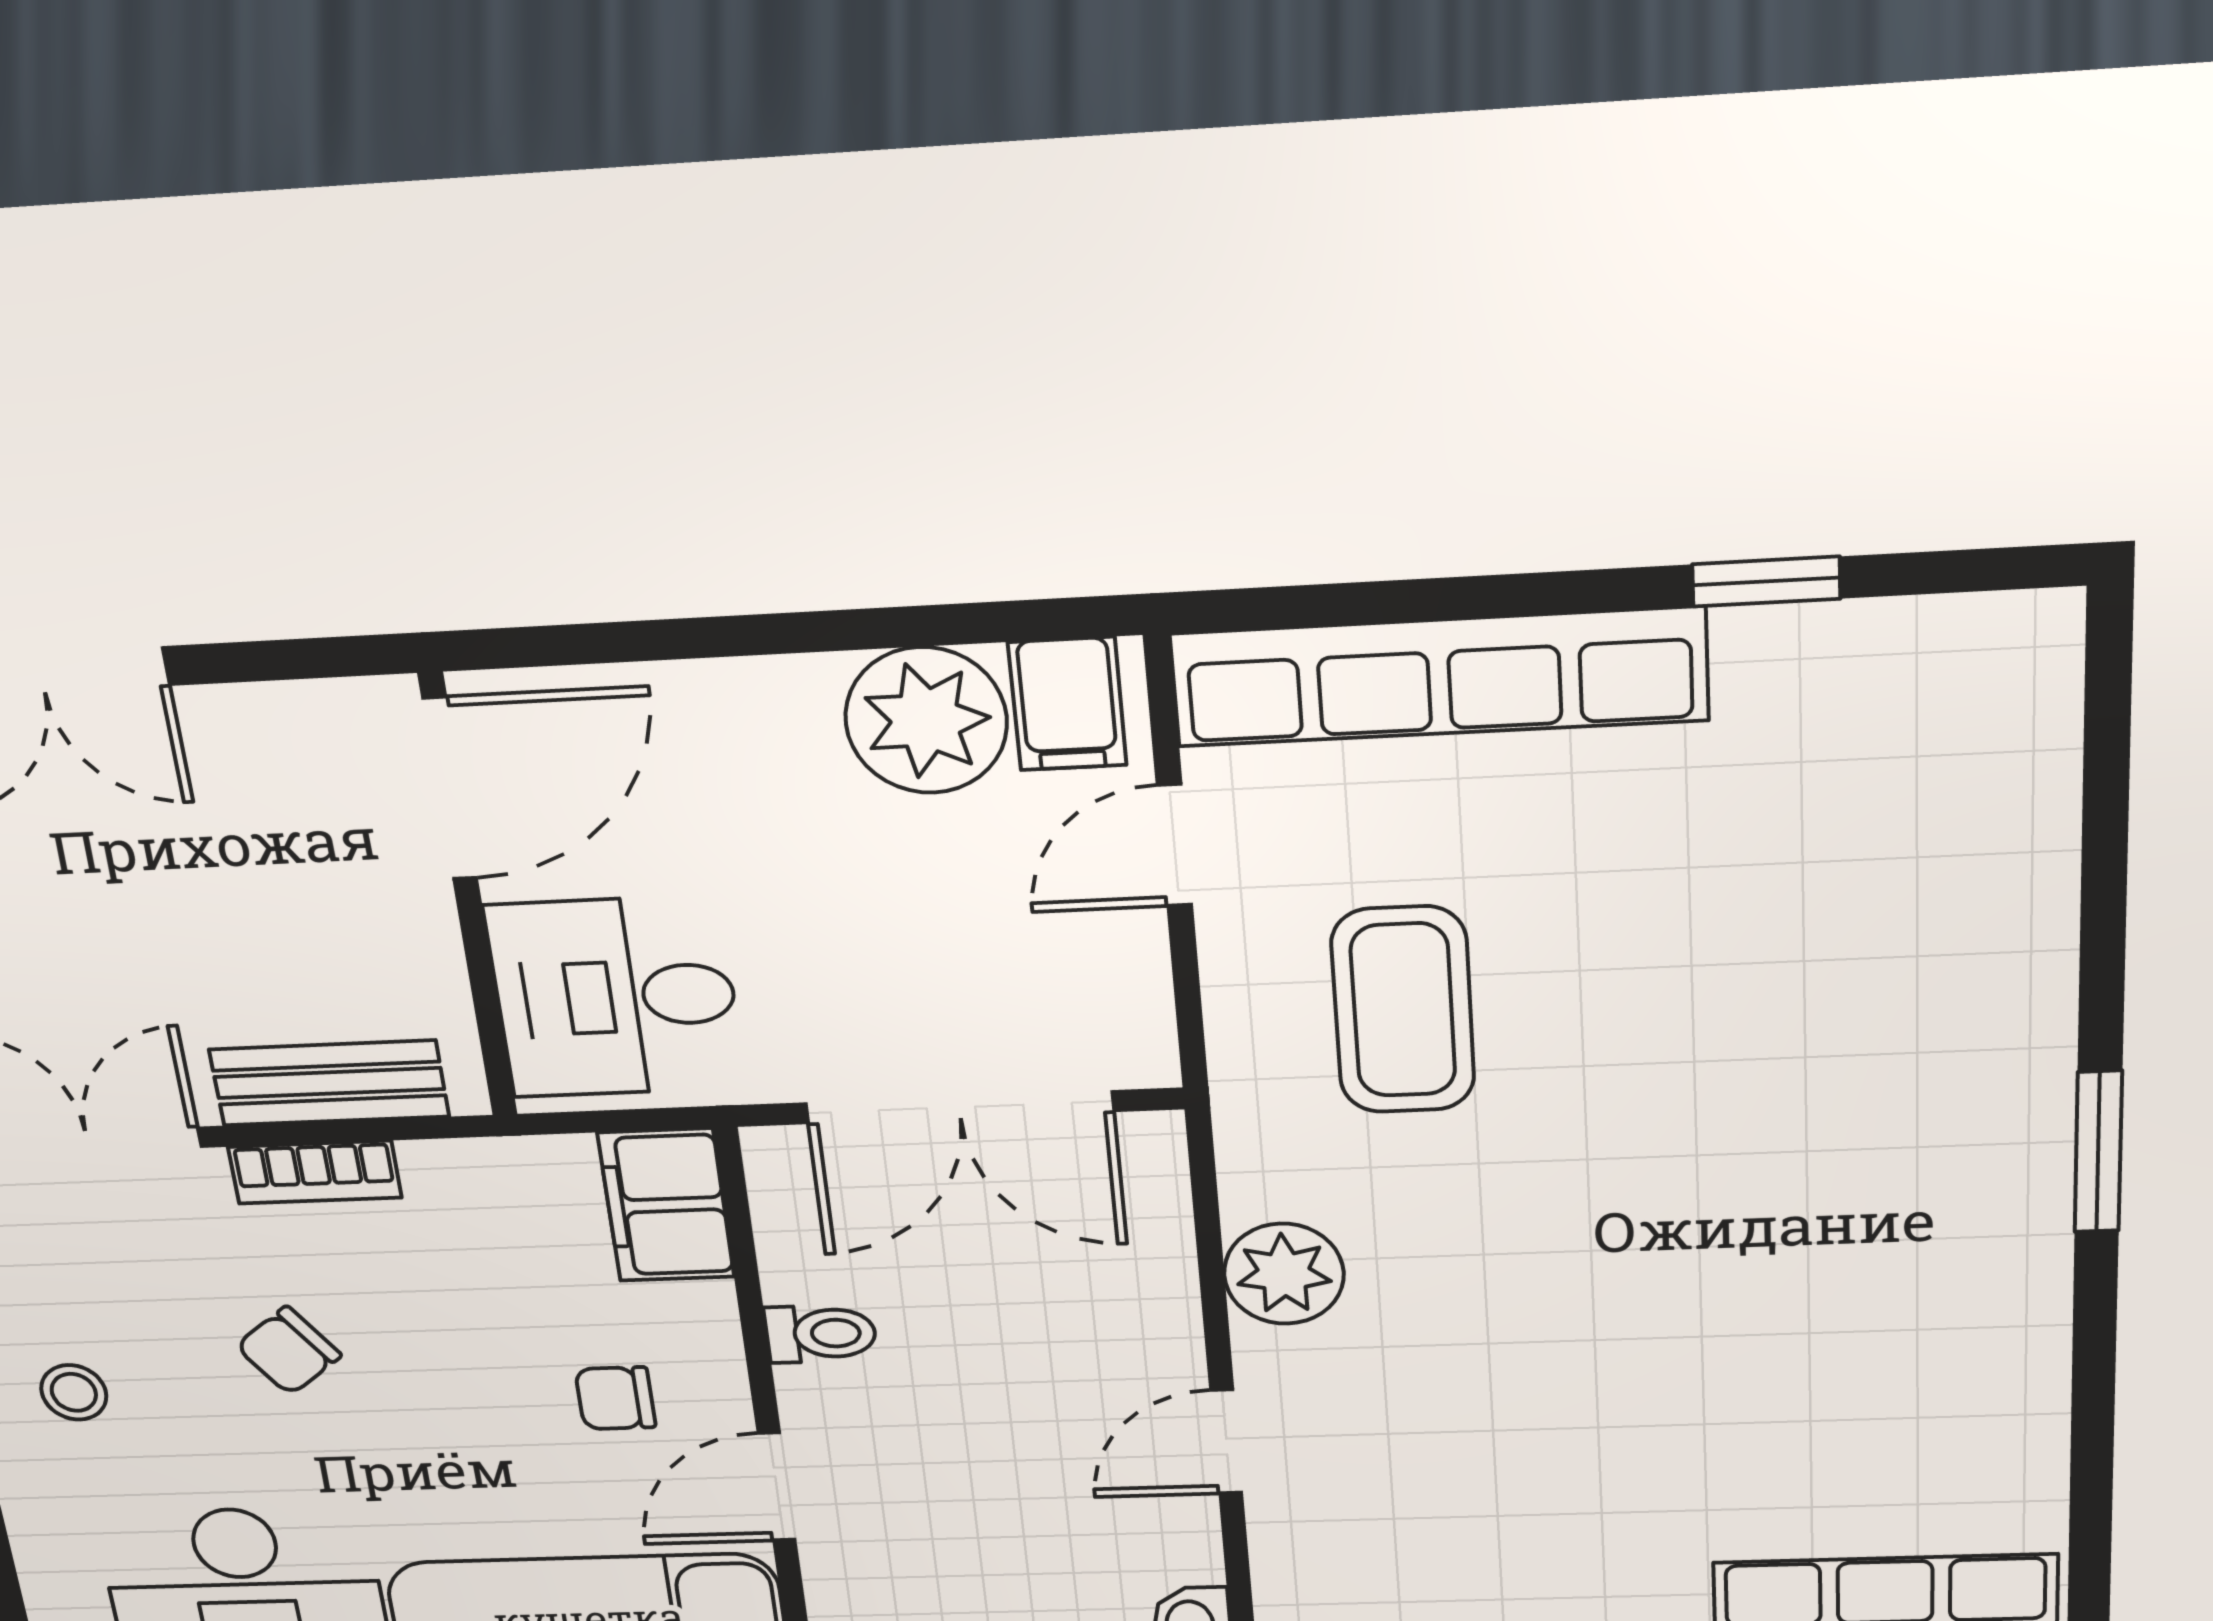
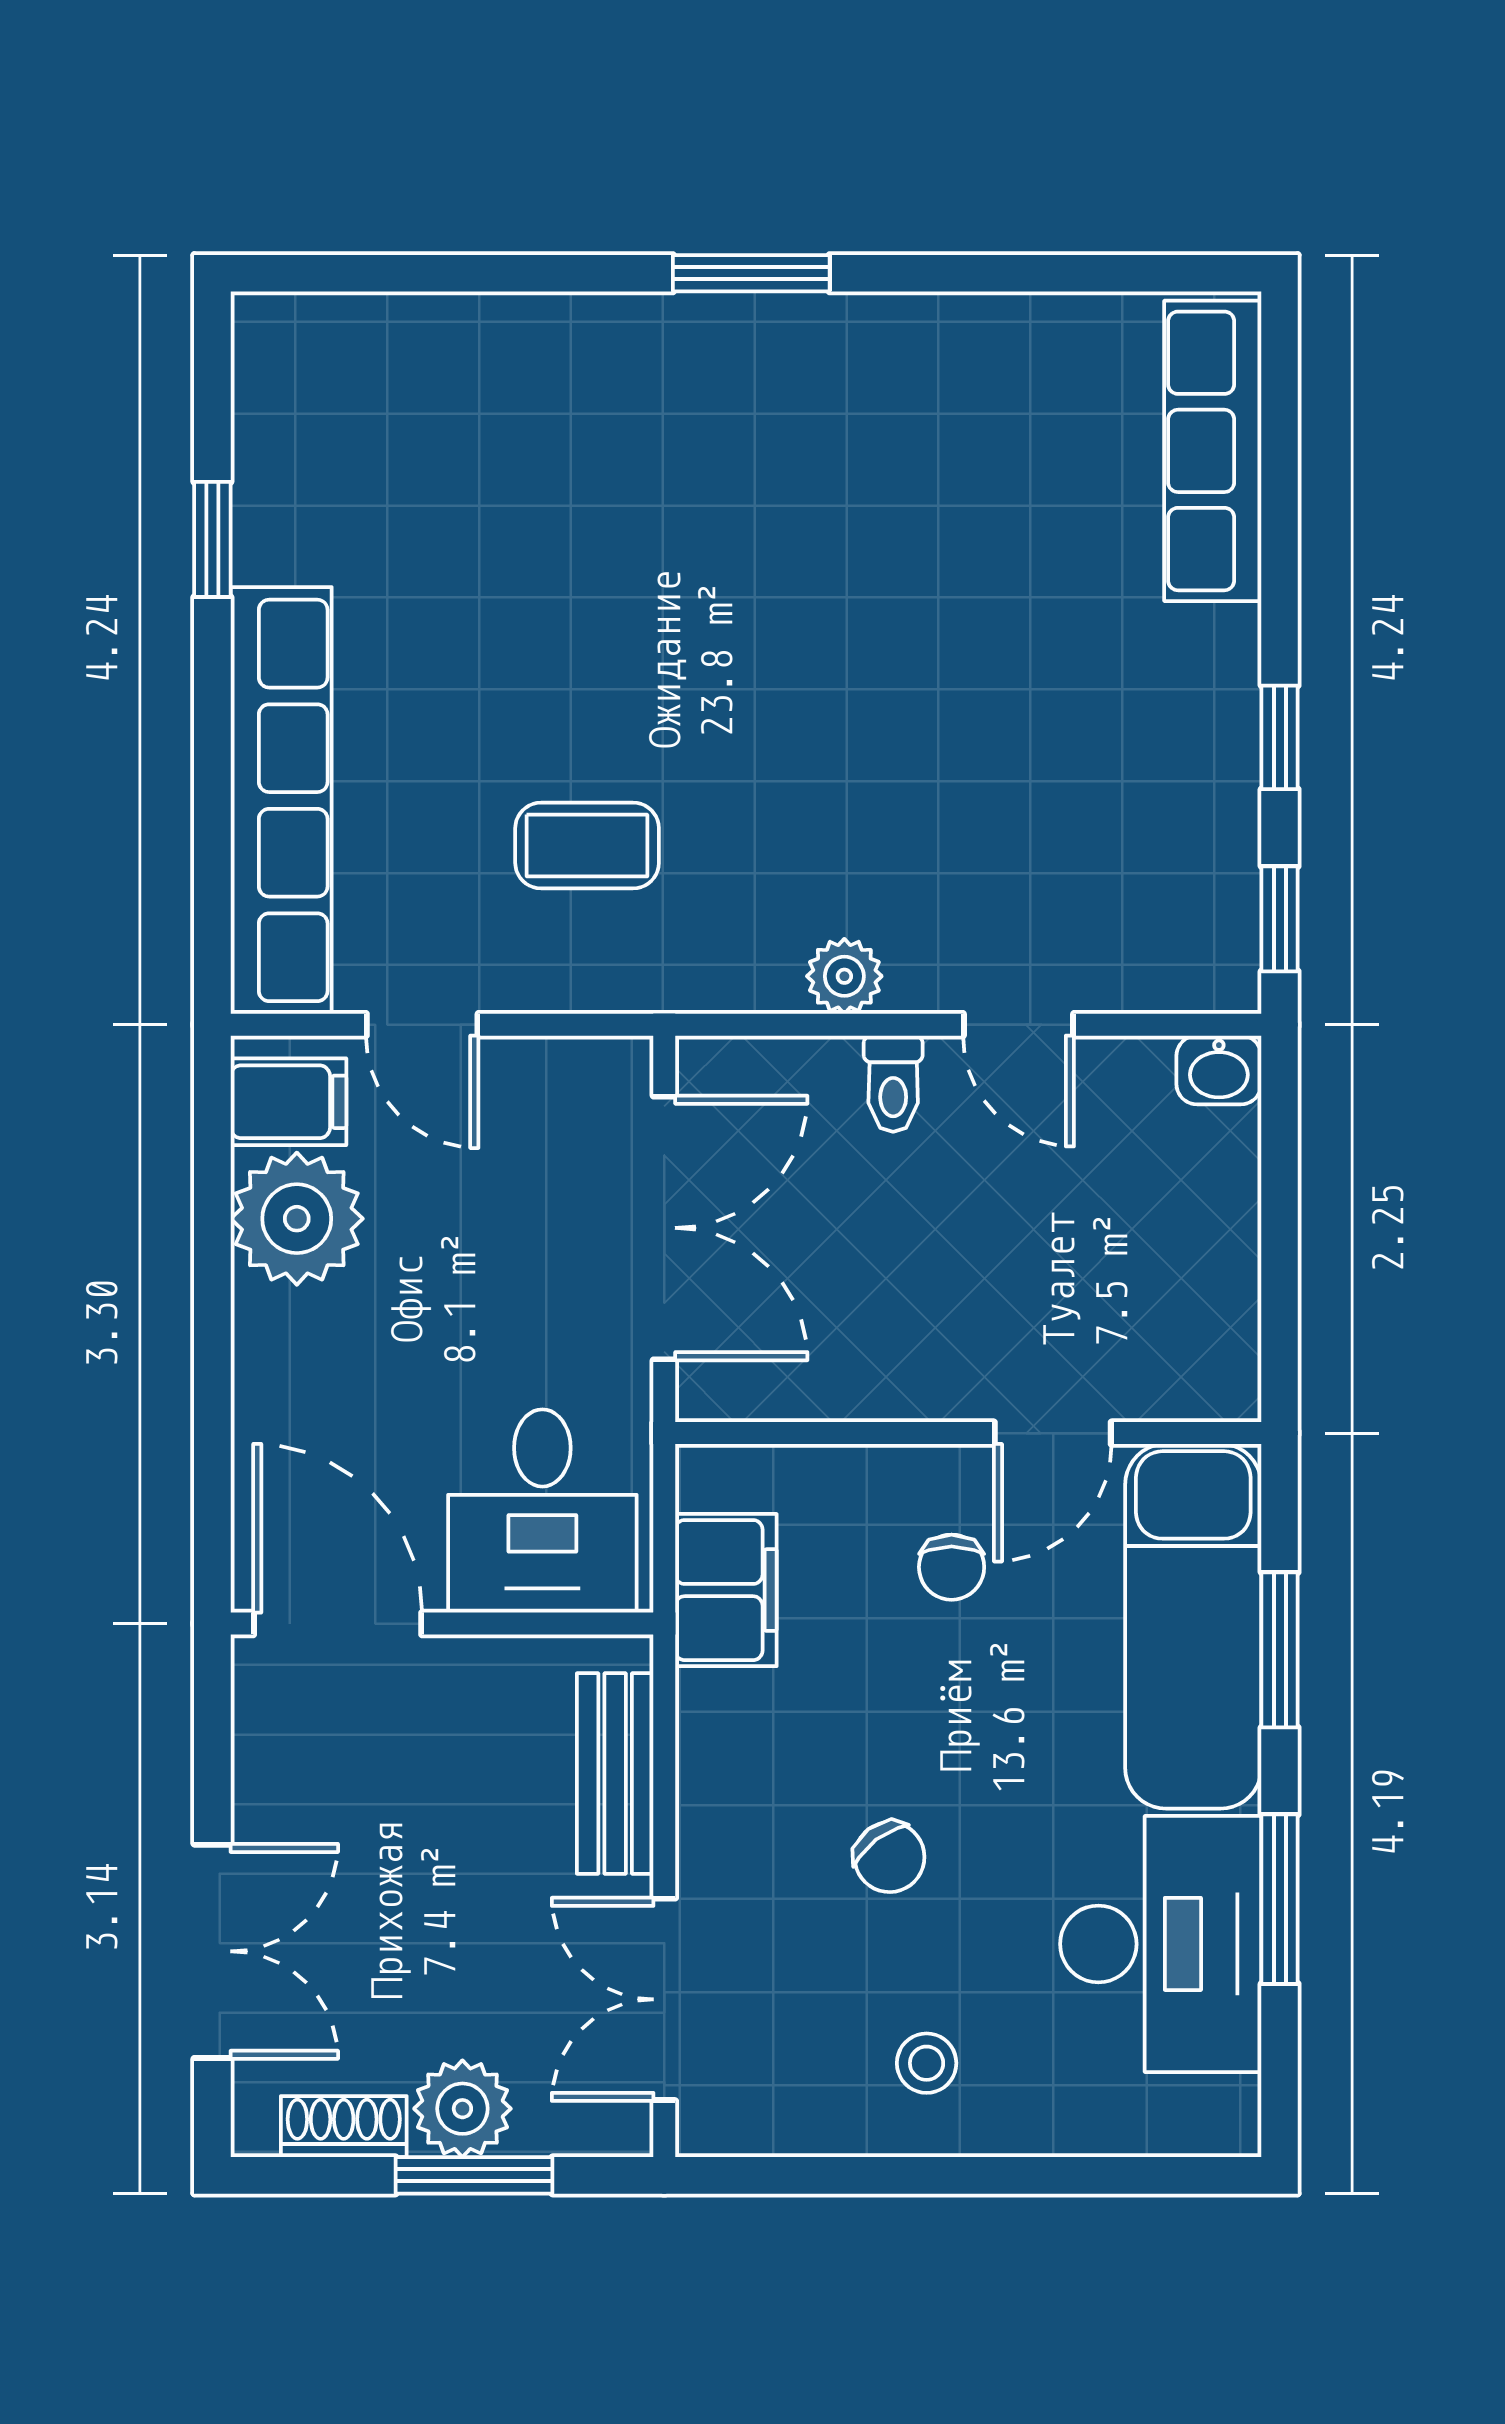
coffee table: (1403, 1010) -> (587, 846), width x0.73, depth x0.77
bookcase: (315, 1172) -> (704, 1801), removed
filing cabinet: (666, 1205) -> (726, 1590), moved, turned -90
plant: (1284, 1274) -> (844, 976), width x0.73, depth x0.73
toilet: (821, 1334) -> (893, 1084), moved, turned 180
door: (777, 1487) -> (1053, 1433), hinge flipped

